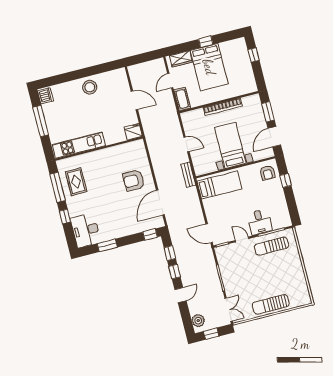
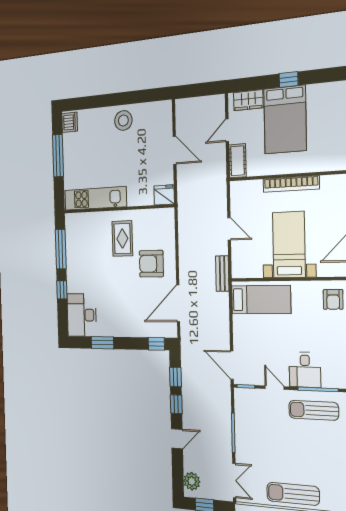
rug: (76, 182) -> (122, 239), moved

